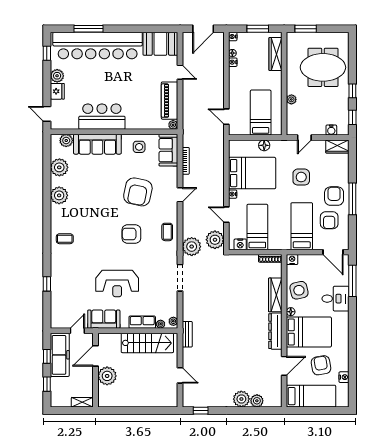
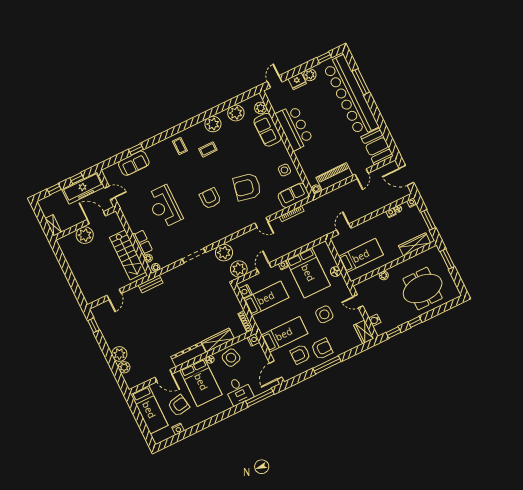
meeting table: (323, 67) -> (423, 288), turned 90
sofa: (97, 144) -> (268, 130), width x0.73
coffee table: (167, 232) -> (208, 149), moved
sofa: (104, 319) -> (134, 163), moved, turned 90

